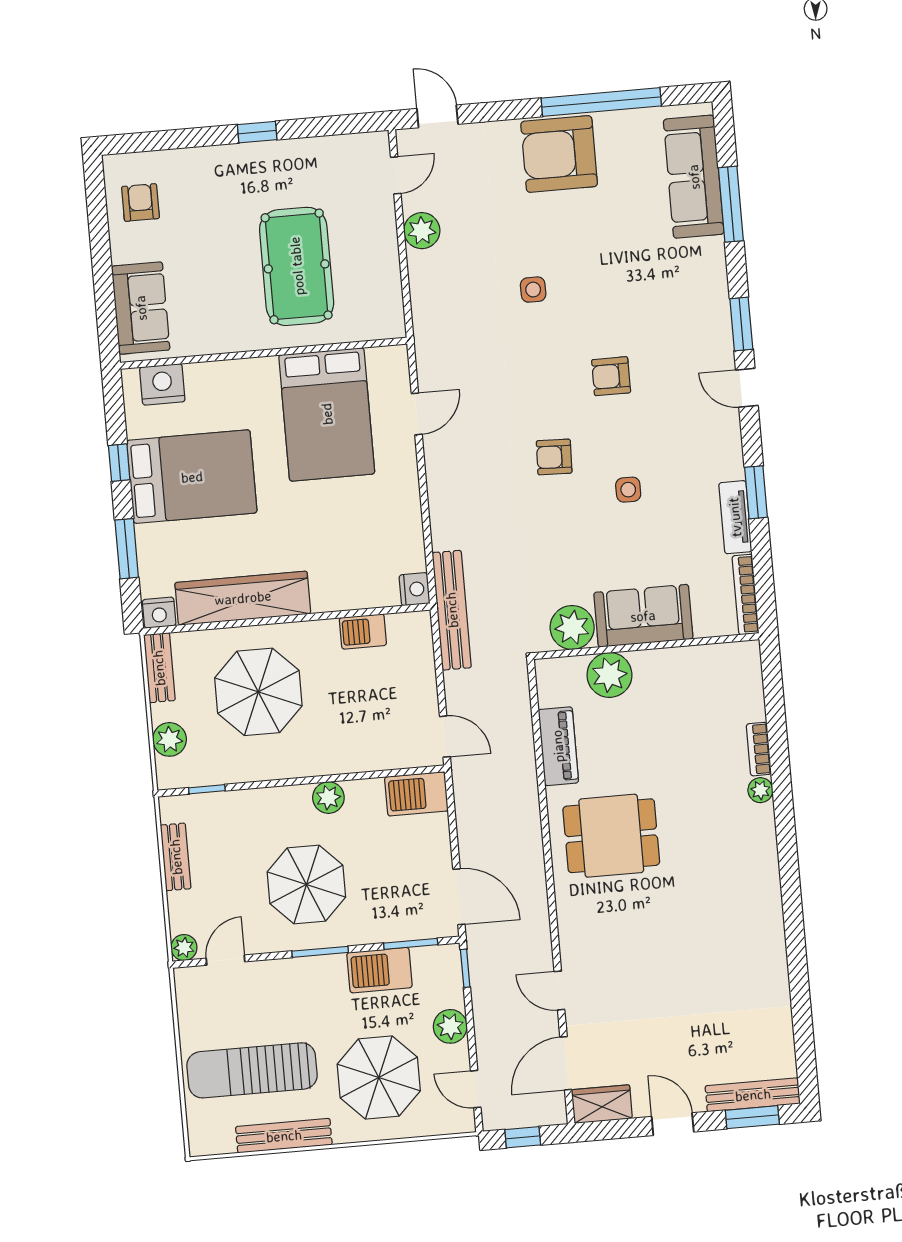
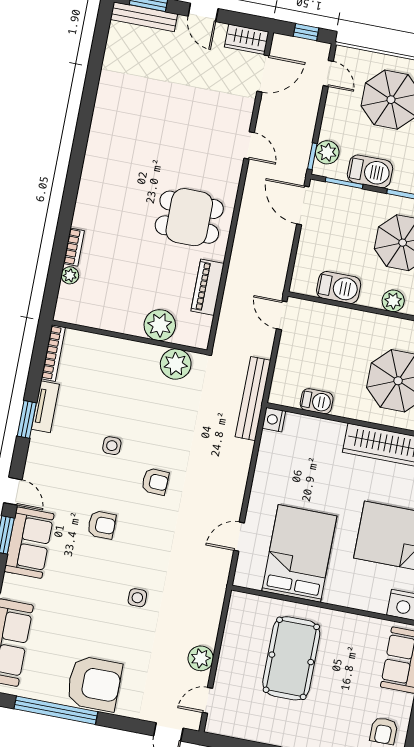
sofa: (643, 616) -> (29, 543), moved, turned -90
plant: (760, 790) -> (70, 275), moved
barbecue: (416, 794) -> (339, 288), moved
plant: (328, 798) -> (393, 301), moved
door: (559, 991) -> (249, 145), moved
plant: (450, 1026) -> (327, 152), moved

